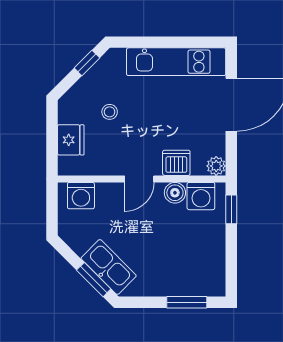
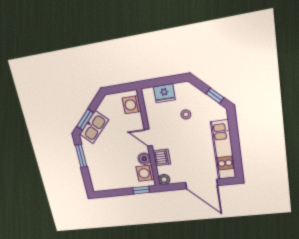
window: (187, 302) -> (81, 156), moved

